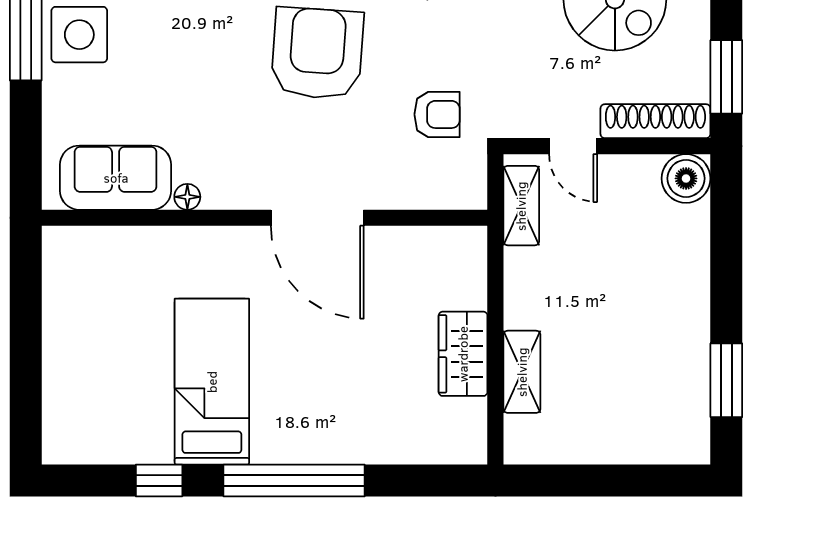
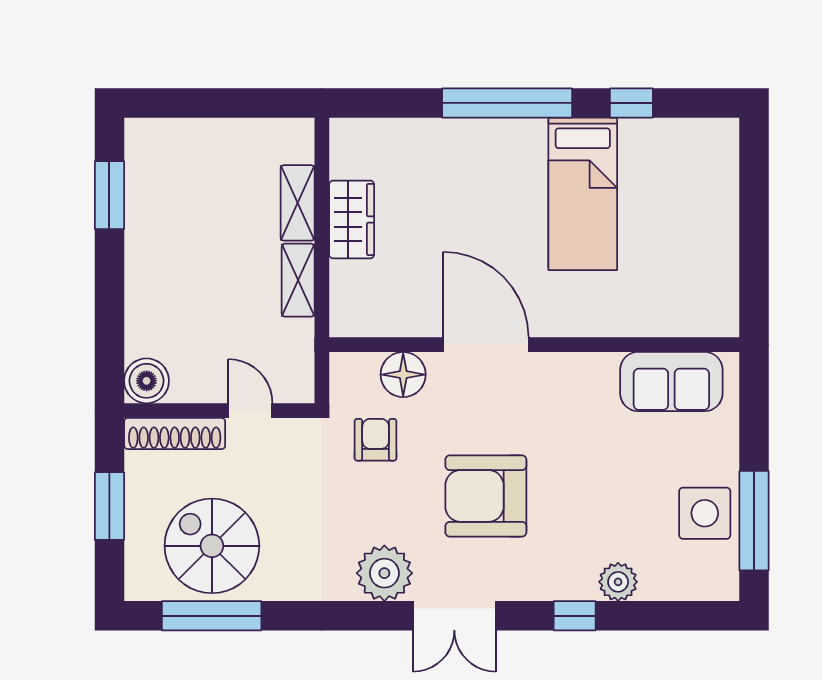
armchair: (317, 53) -> (486, 496), turned 86
window: (726, 77) -> (109, 506), moved
armchair: (437, 114) -> (376, 440), turned 90
floor lamp: (187, 197) -> (403, 375), moved, width x1.89, depth x1.89
shelving: (521, 206) -> (298, 280), moved

